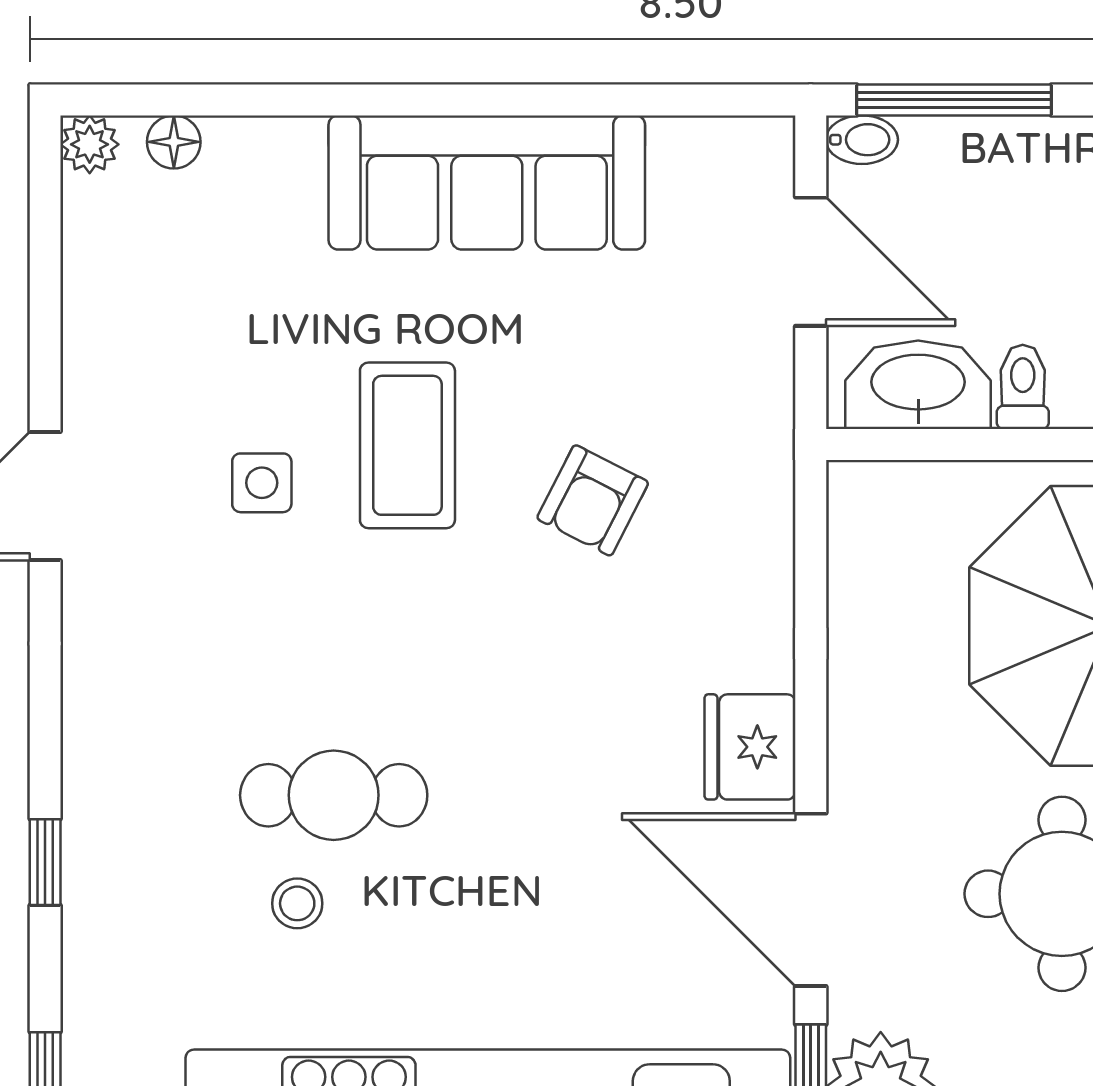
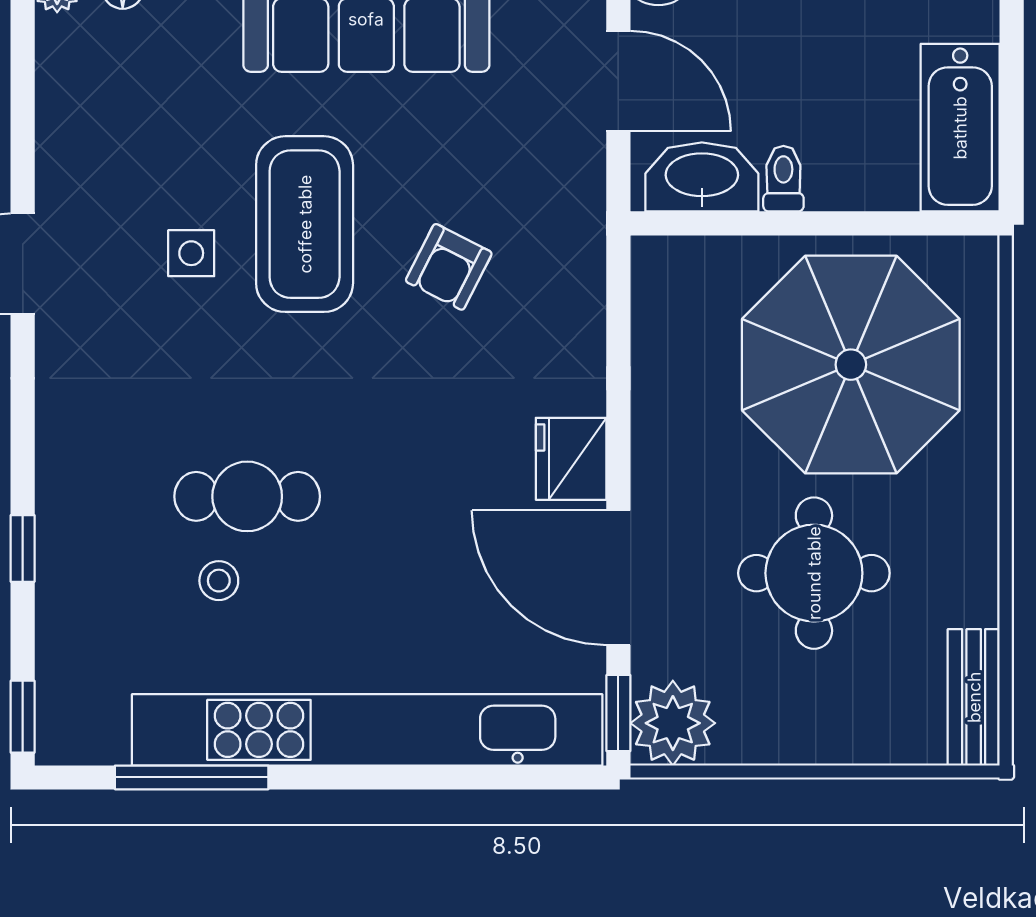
coffee table: (407, 445) -> (305, 224), width x1.36, depth x1.32

